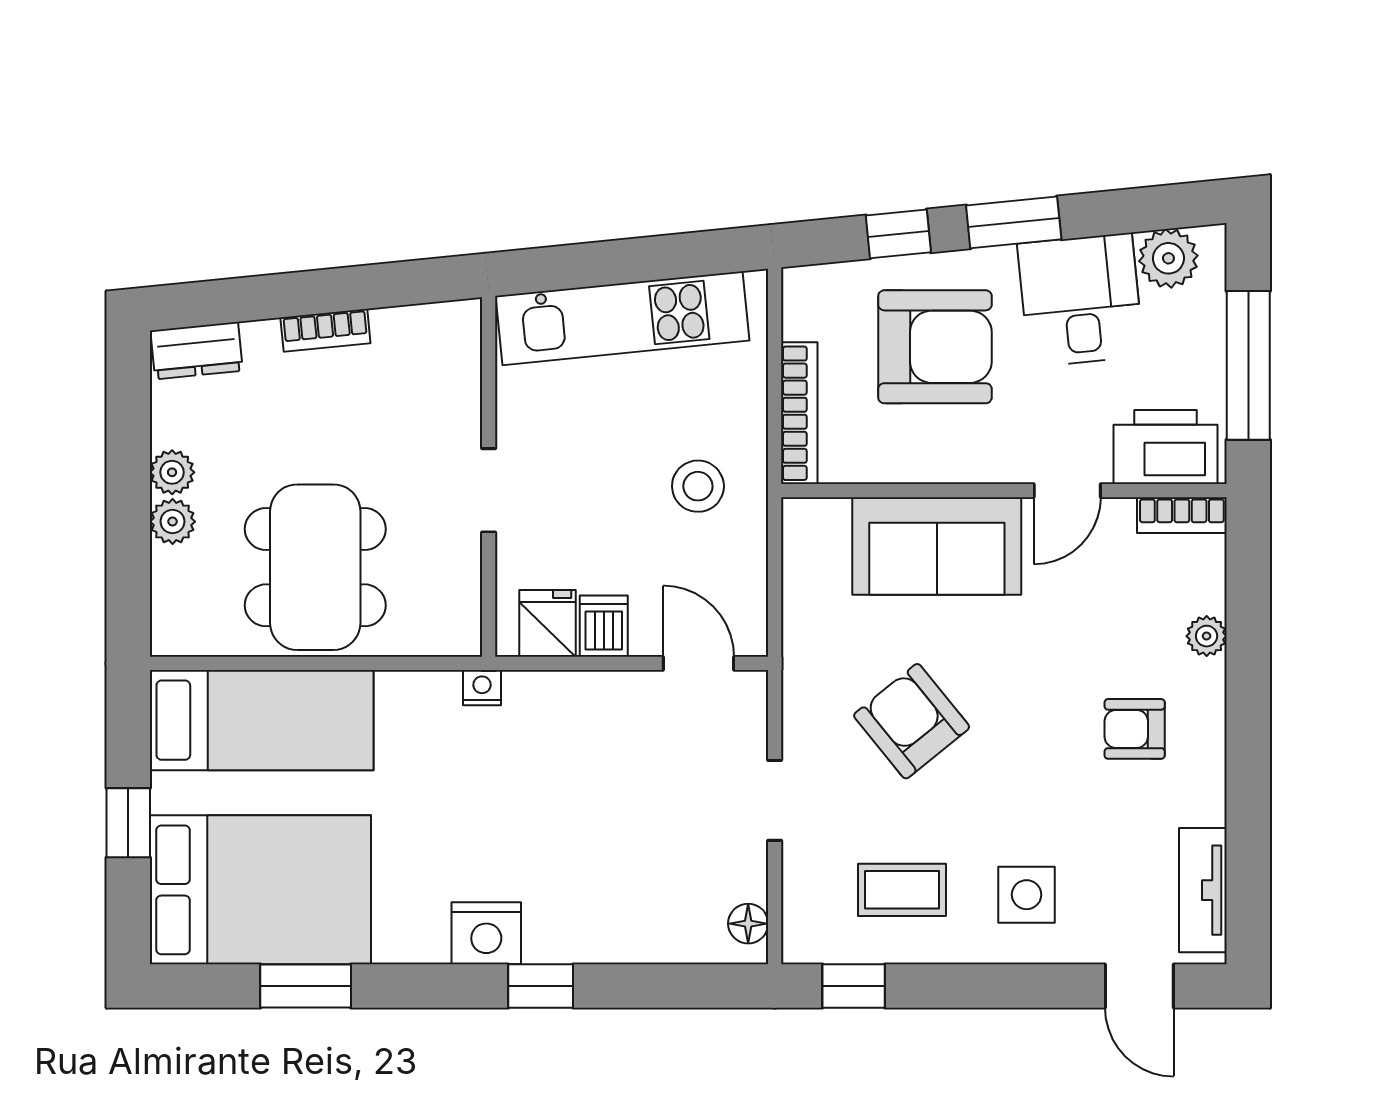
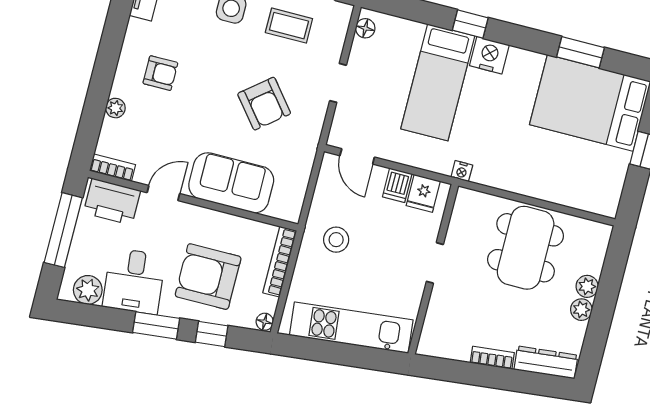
floor lamp: (799, 285) -> (265, 322), added
dresser: (197, 351) -> (546, 362), width x1.44
bed: (262, 720) -> (438, 82), moved, turned -90

